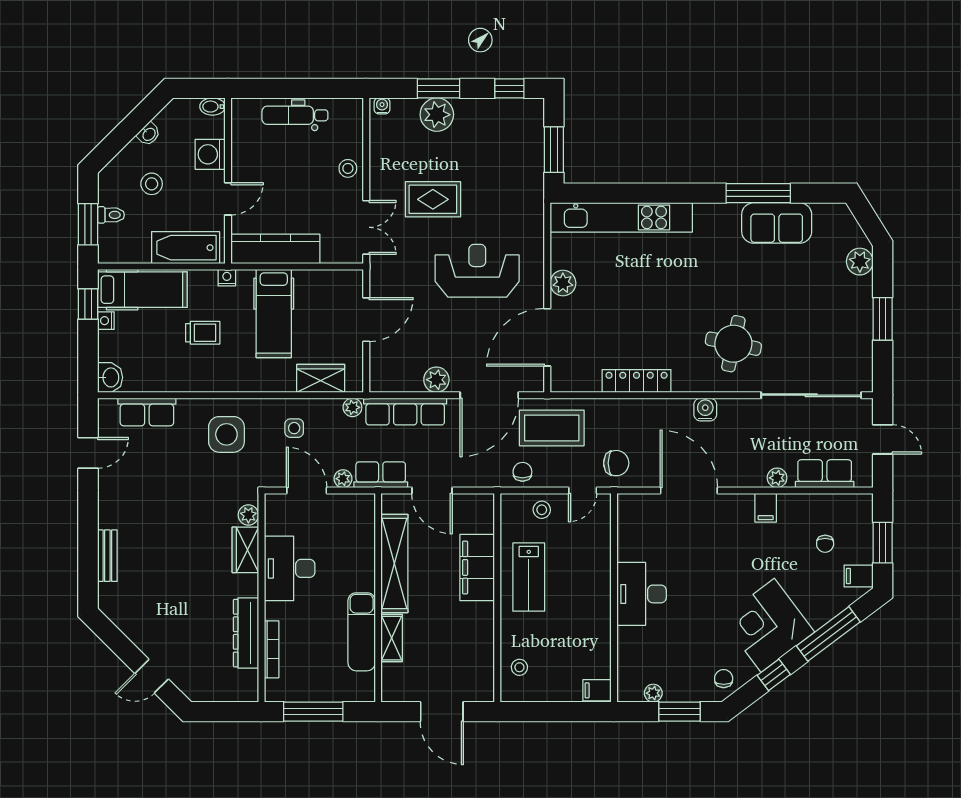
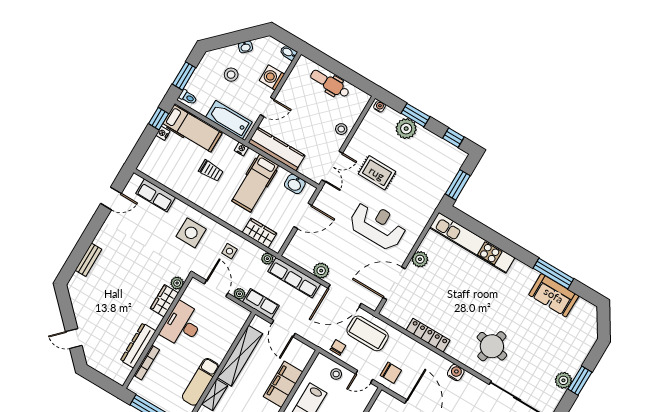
toilet: (111, 215) -> (188, 97), moved
plant: (860, 262) -> (563, 380), moved
washbasin: (110, 377) -> (295, 184), moved, turned 90

